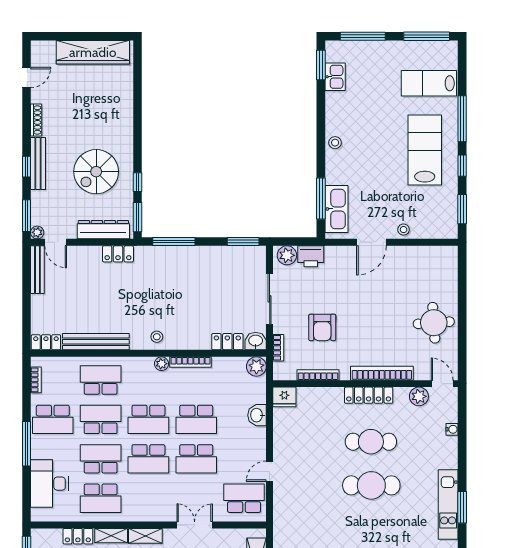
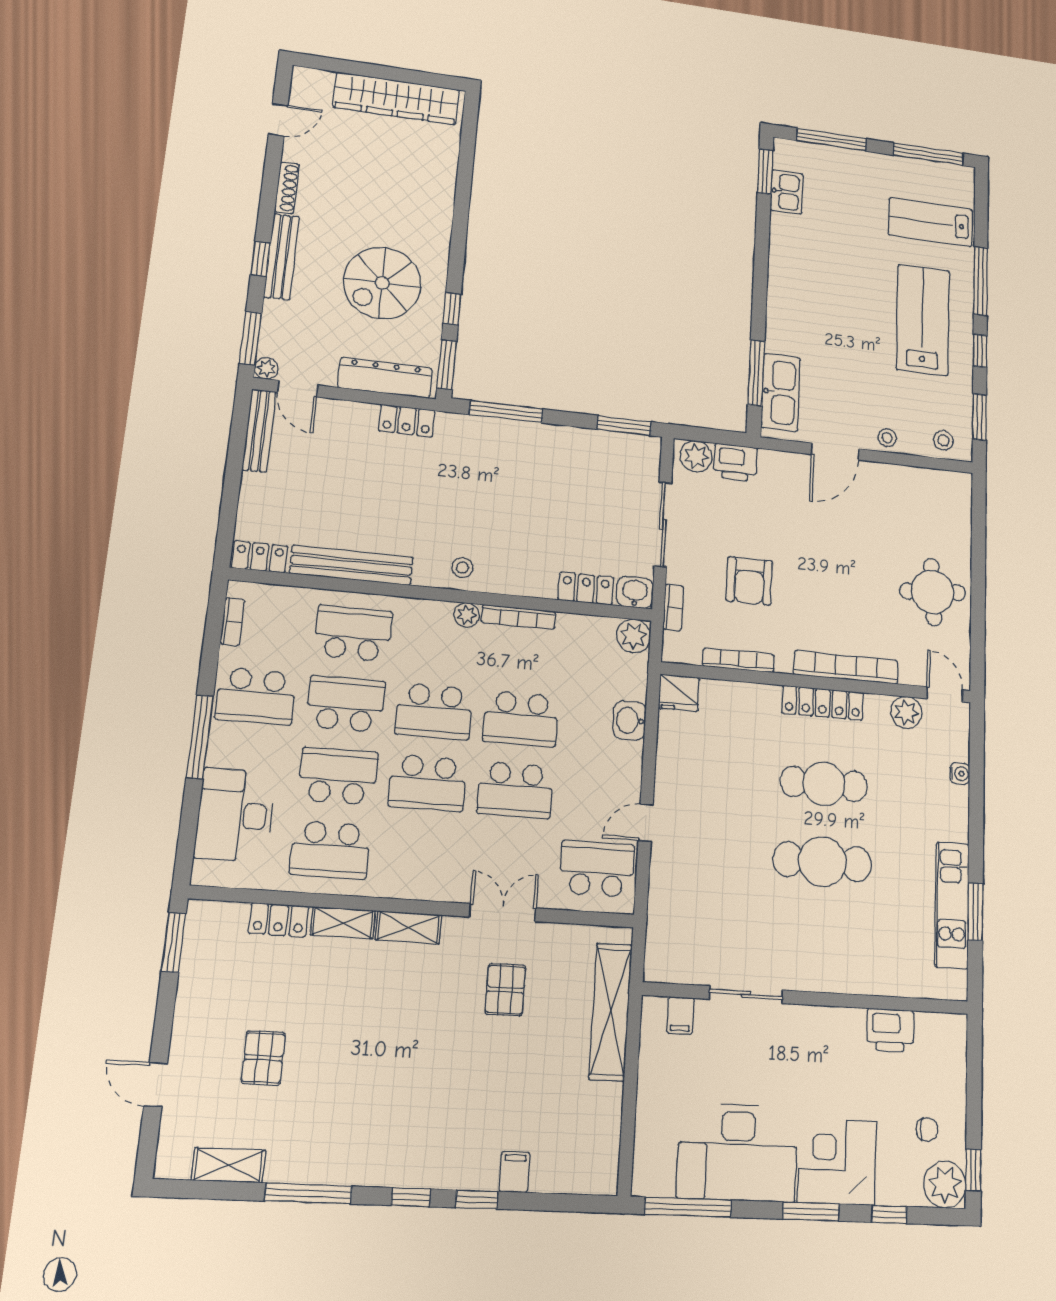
stool: (335, 143) -> (943, 440), moved

